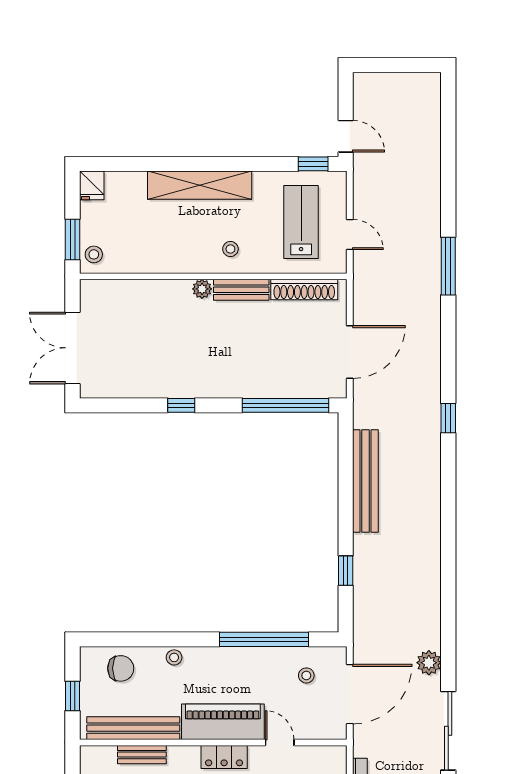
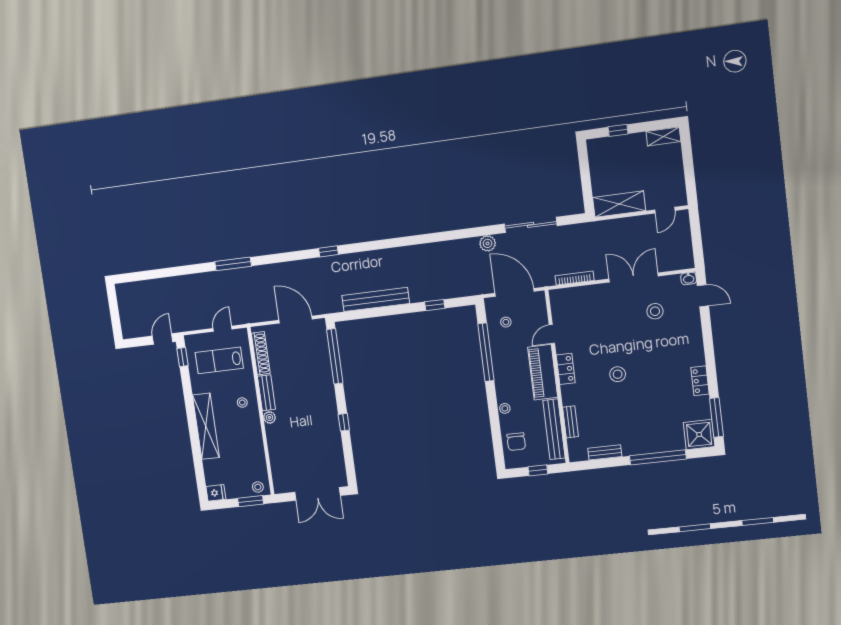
chair: (121, 668) -> (516, 442), turned 180

